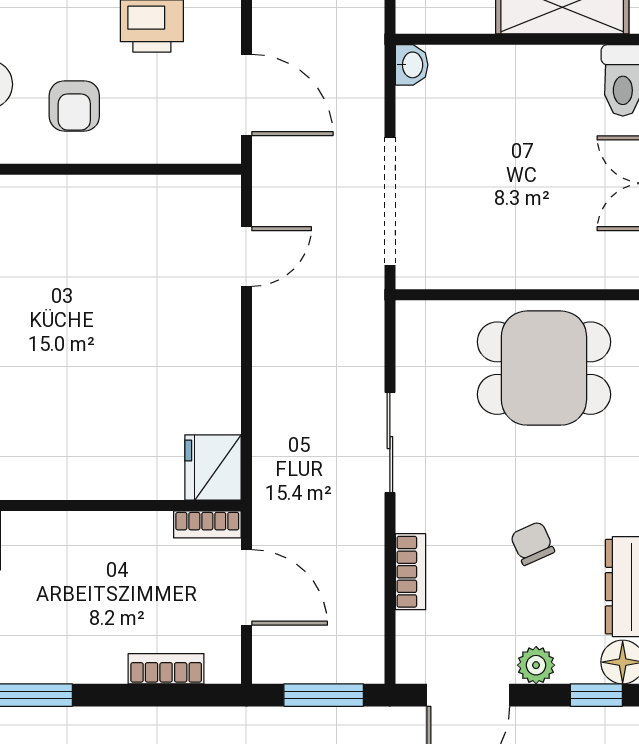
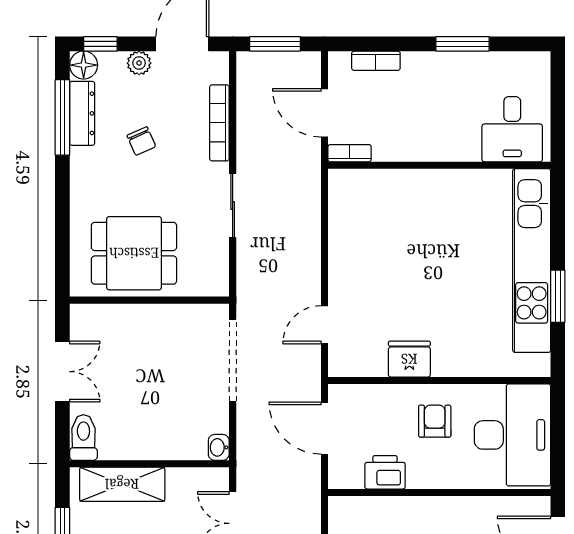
fridge: (213, 467) -> (409, 359), moved, turned -90
bookcase: (410, 572) -> (219, 123), width x1.56

